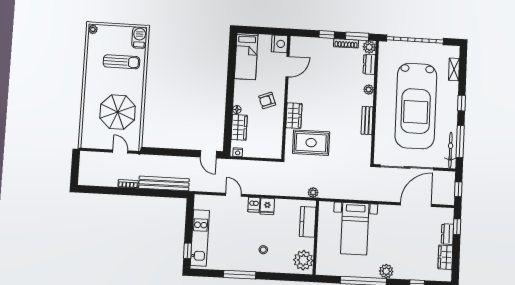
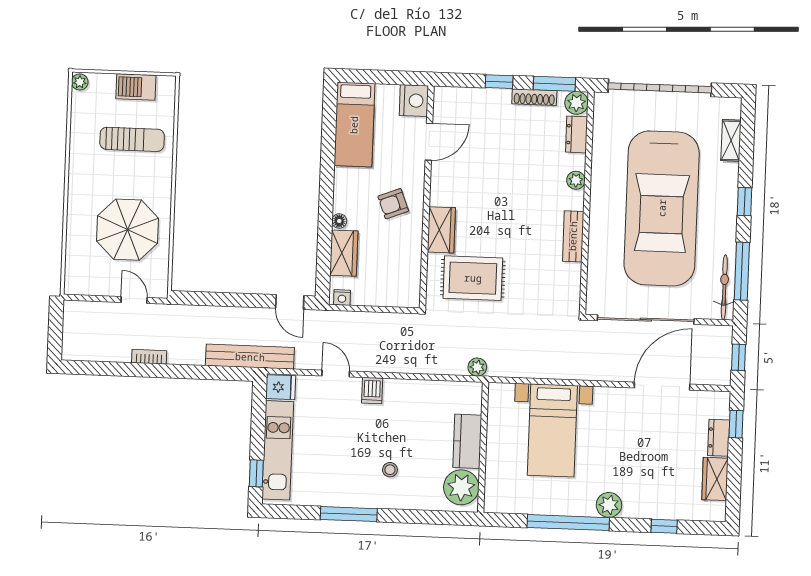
barbecue: (139, 38) -> (136, 87), moved, turned -90
bench: (164, 183) -> (250, 357), moved
fridge: (267, 206) -> (281, 387), moved, turned -90
kitchen counter: (308, 222) -> (467, 441), moved

